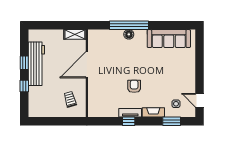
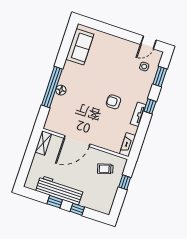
sofa: (169, 39) -> (80, 47), width x0.73
door: (87, 65) -> (77, 141), hinge flipped
fireplace: (153, 112) -> (127, 145), moved
window: (64, 121) -> (125, 182), added
window: (129, 121) -> (150, 106), moved

